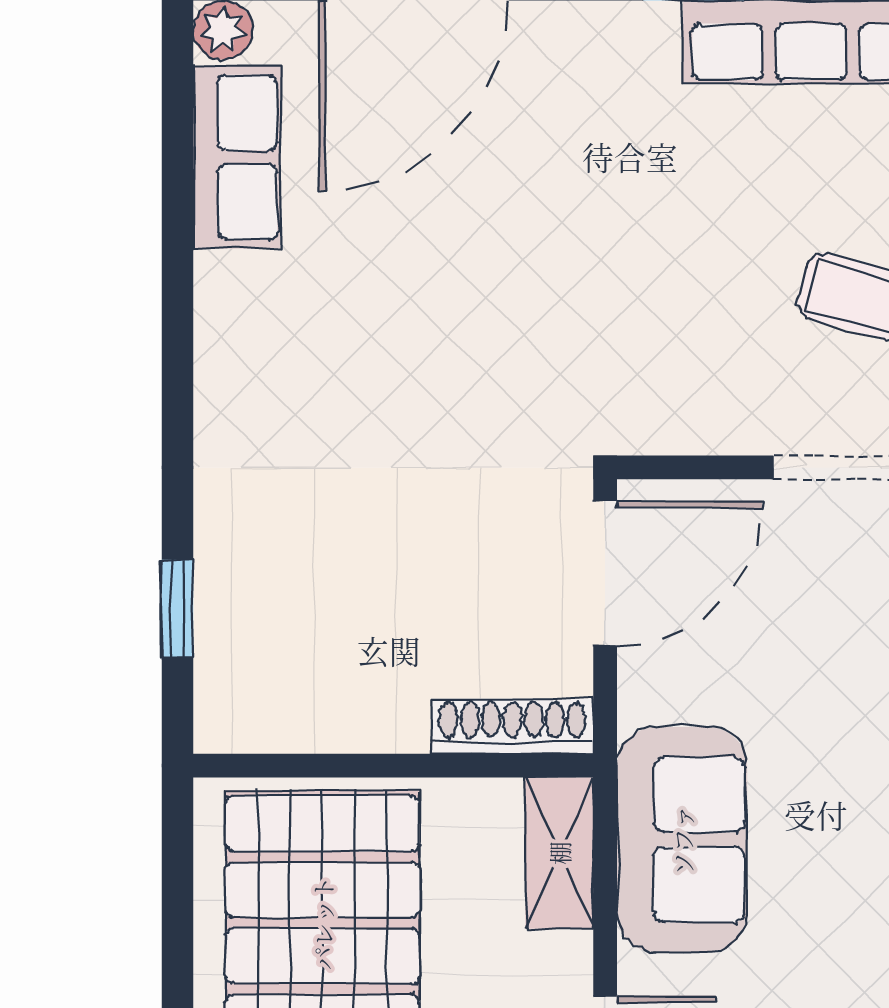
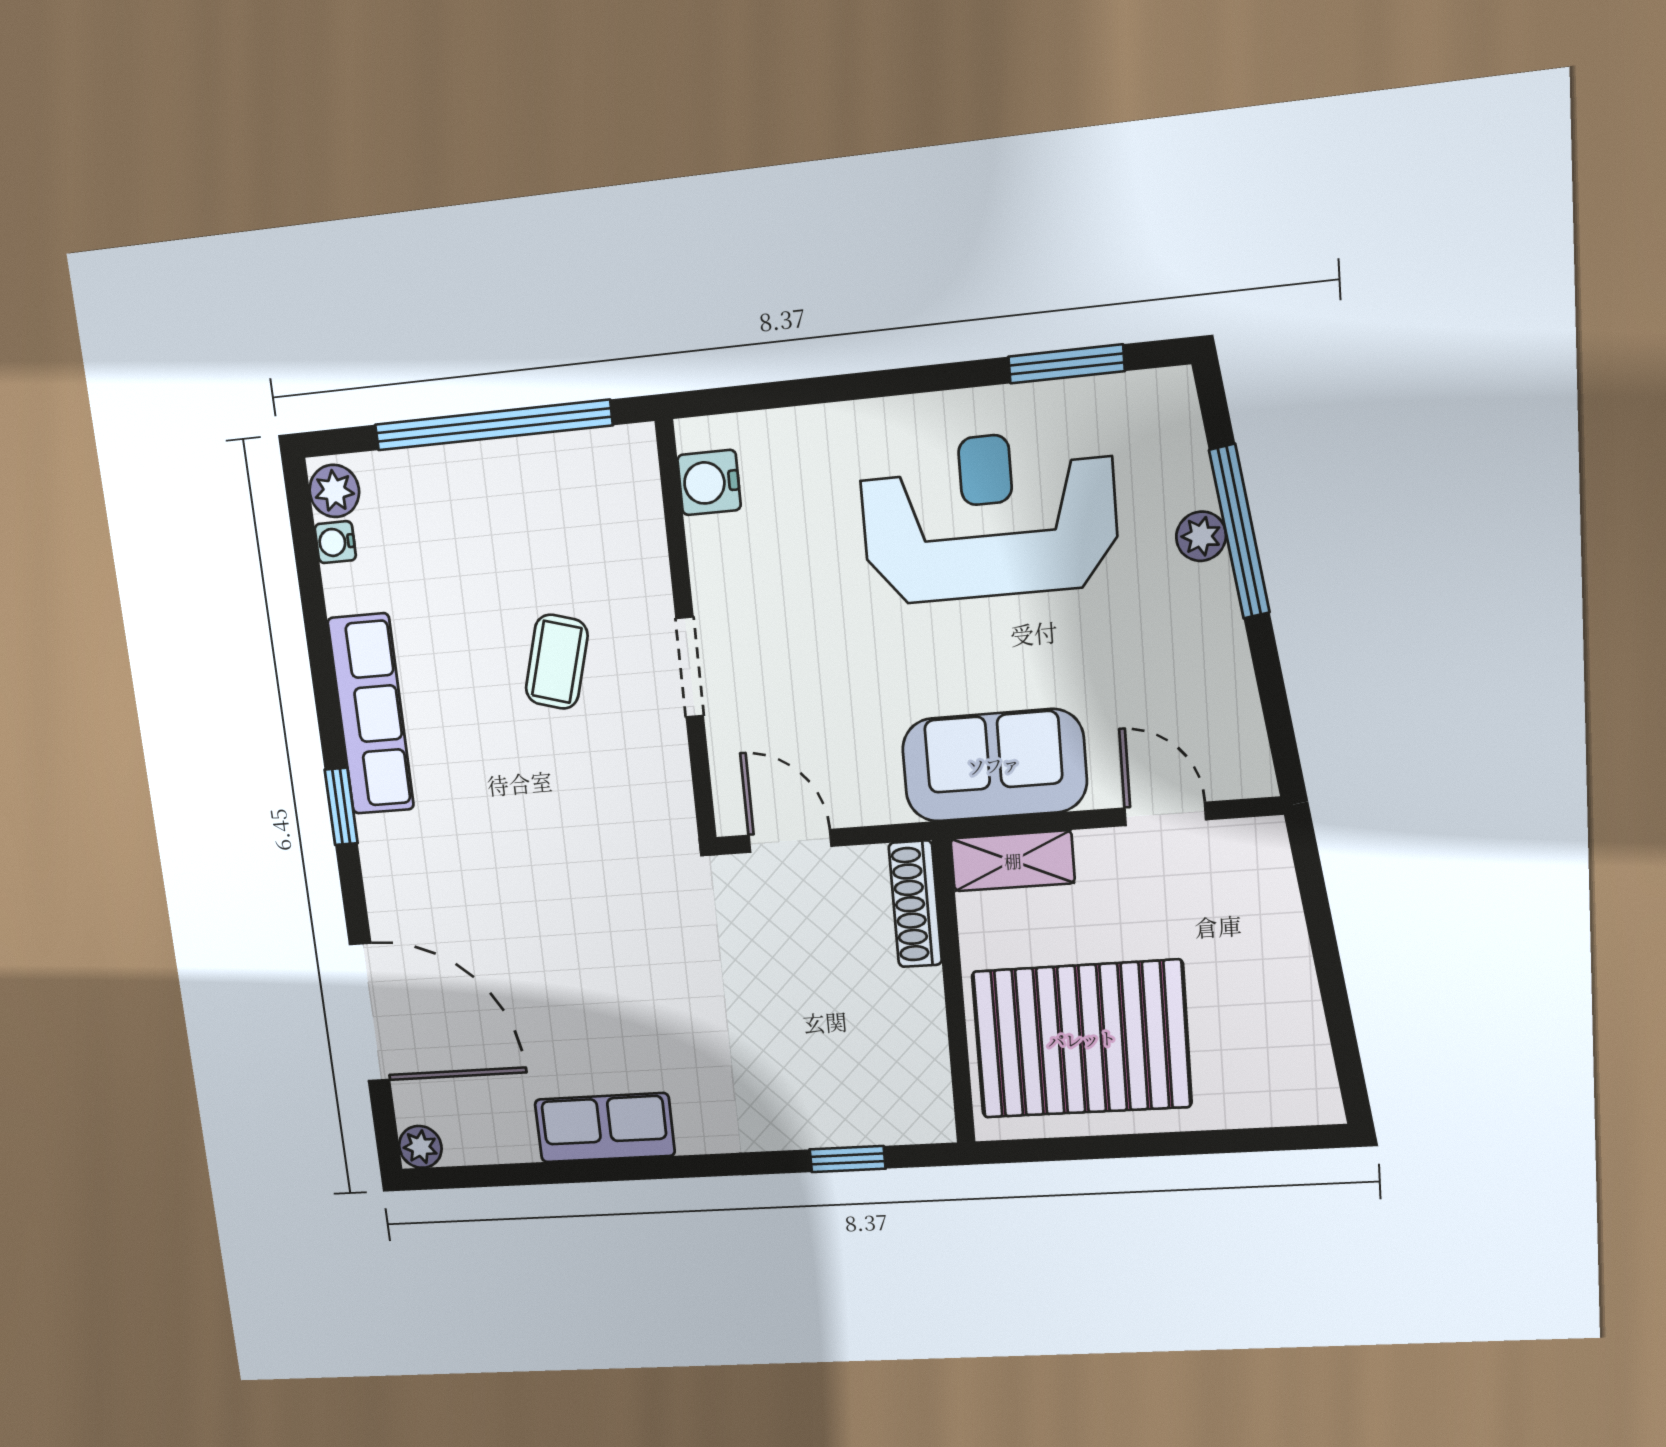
row of seats: (237, 157) -> (605, 1128), moved
door: (605, 573) -> (790, 841), width x0.73

